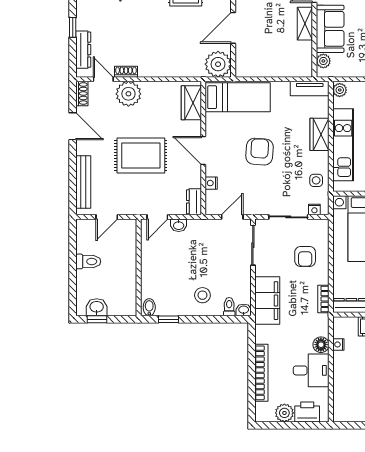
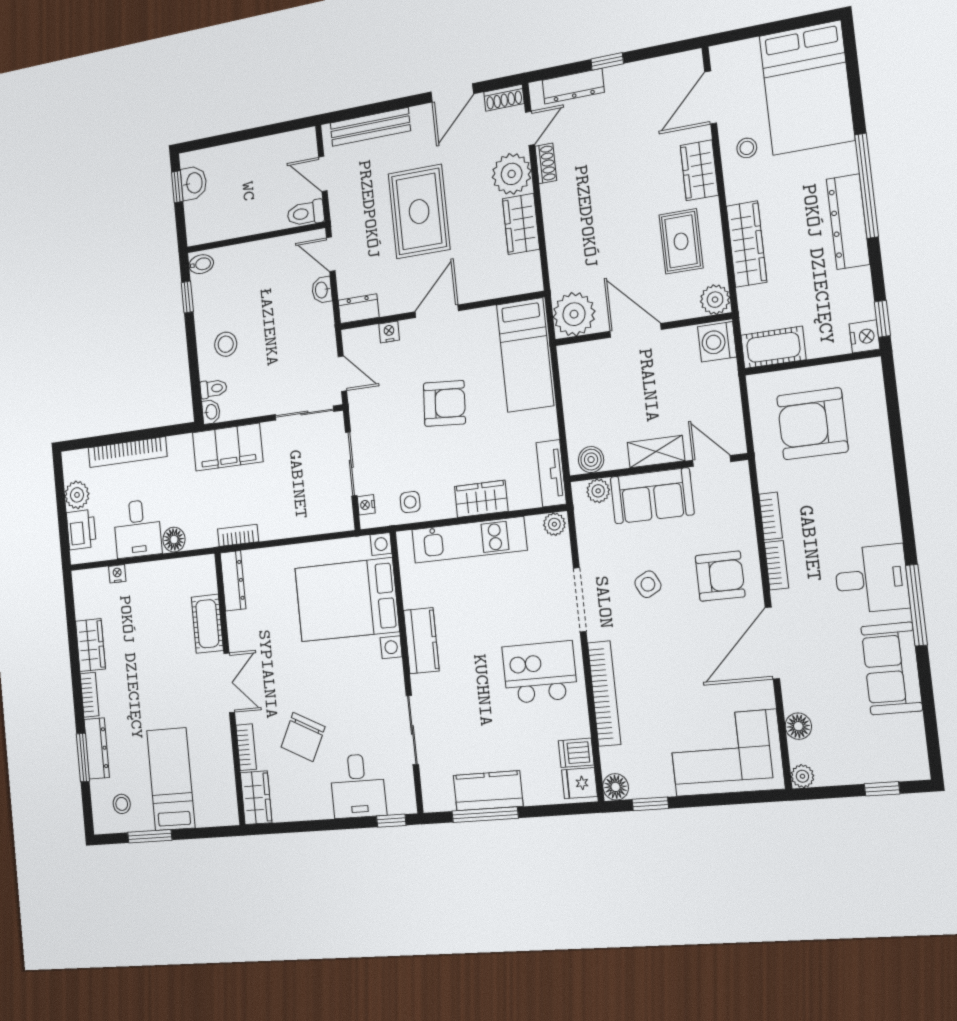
boiler: (305, 63) -> (591, 460), added
wardrobe: (191, 103) -> (521, 224), moved, turned -90
armchair: (305, 256) -> (296, 499), removed
toilet: (88, 261) -> (306, 213), moved, turned 90
nightstand: (338, 344) -> (117, 574), moved

